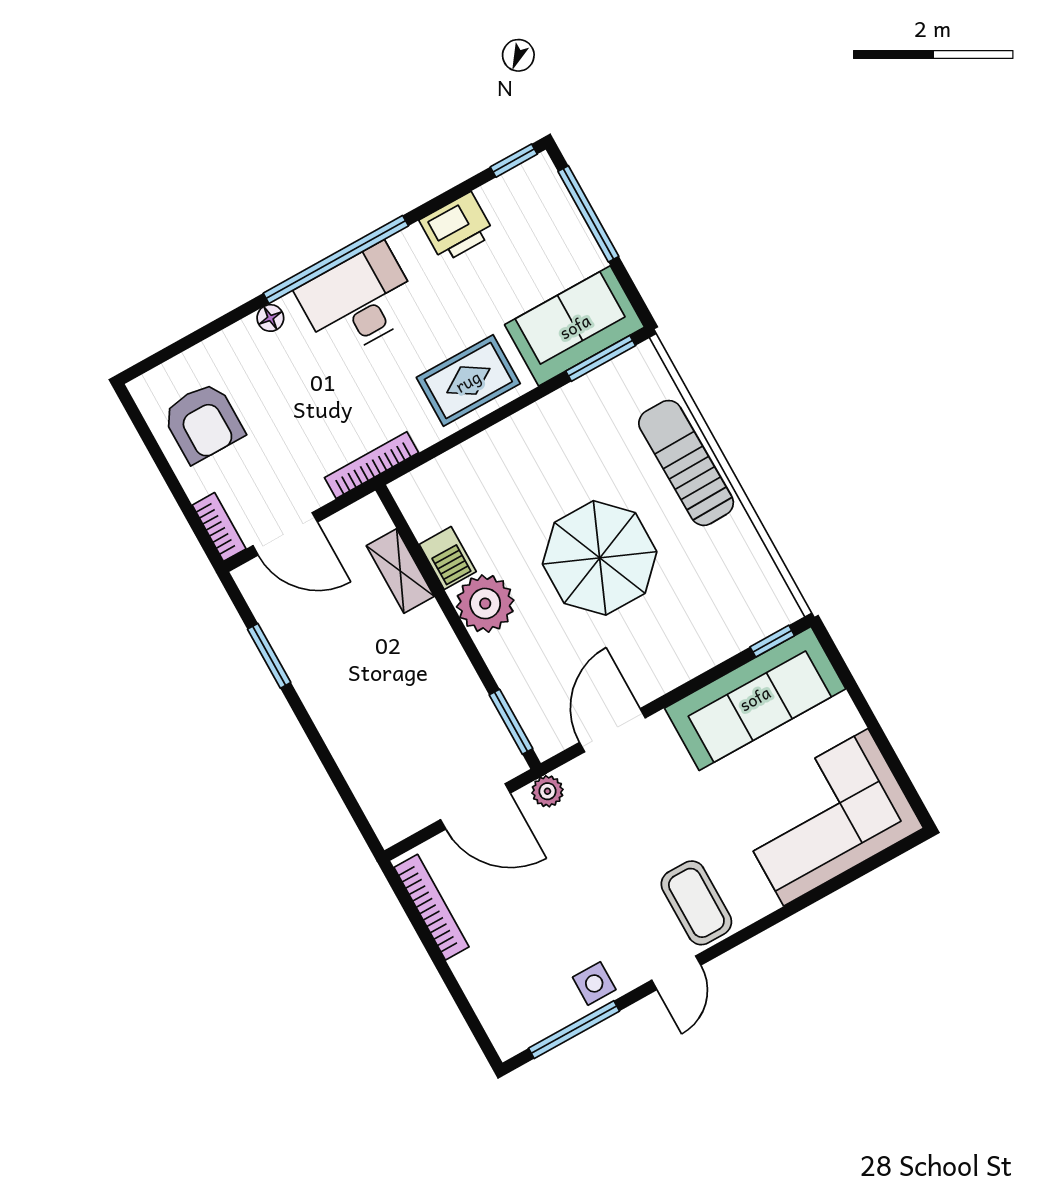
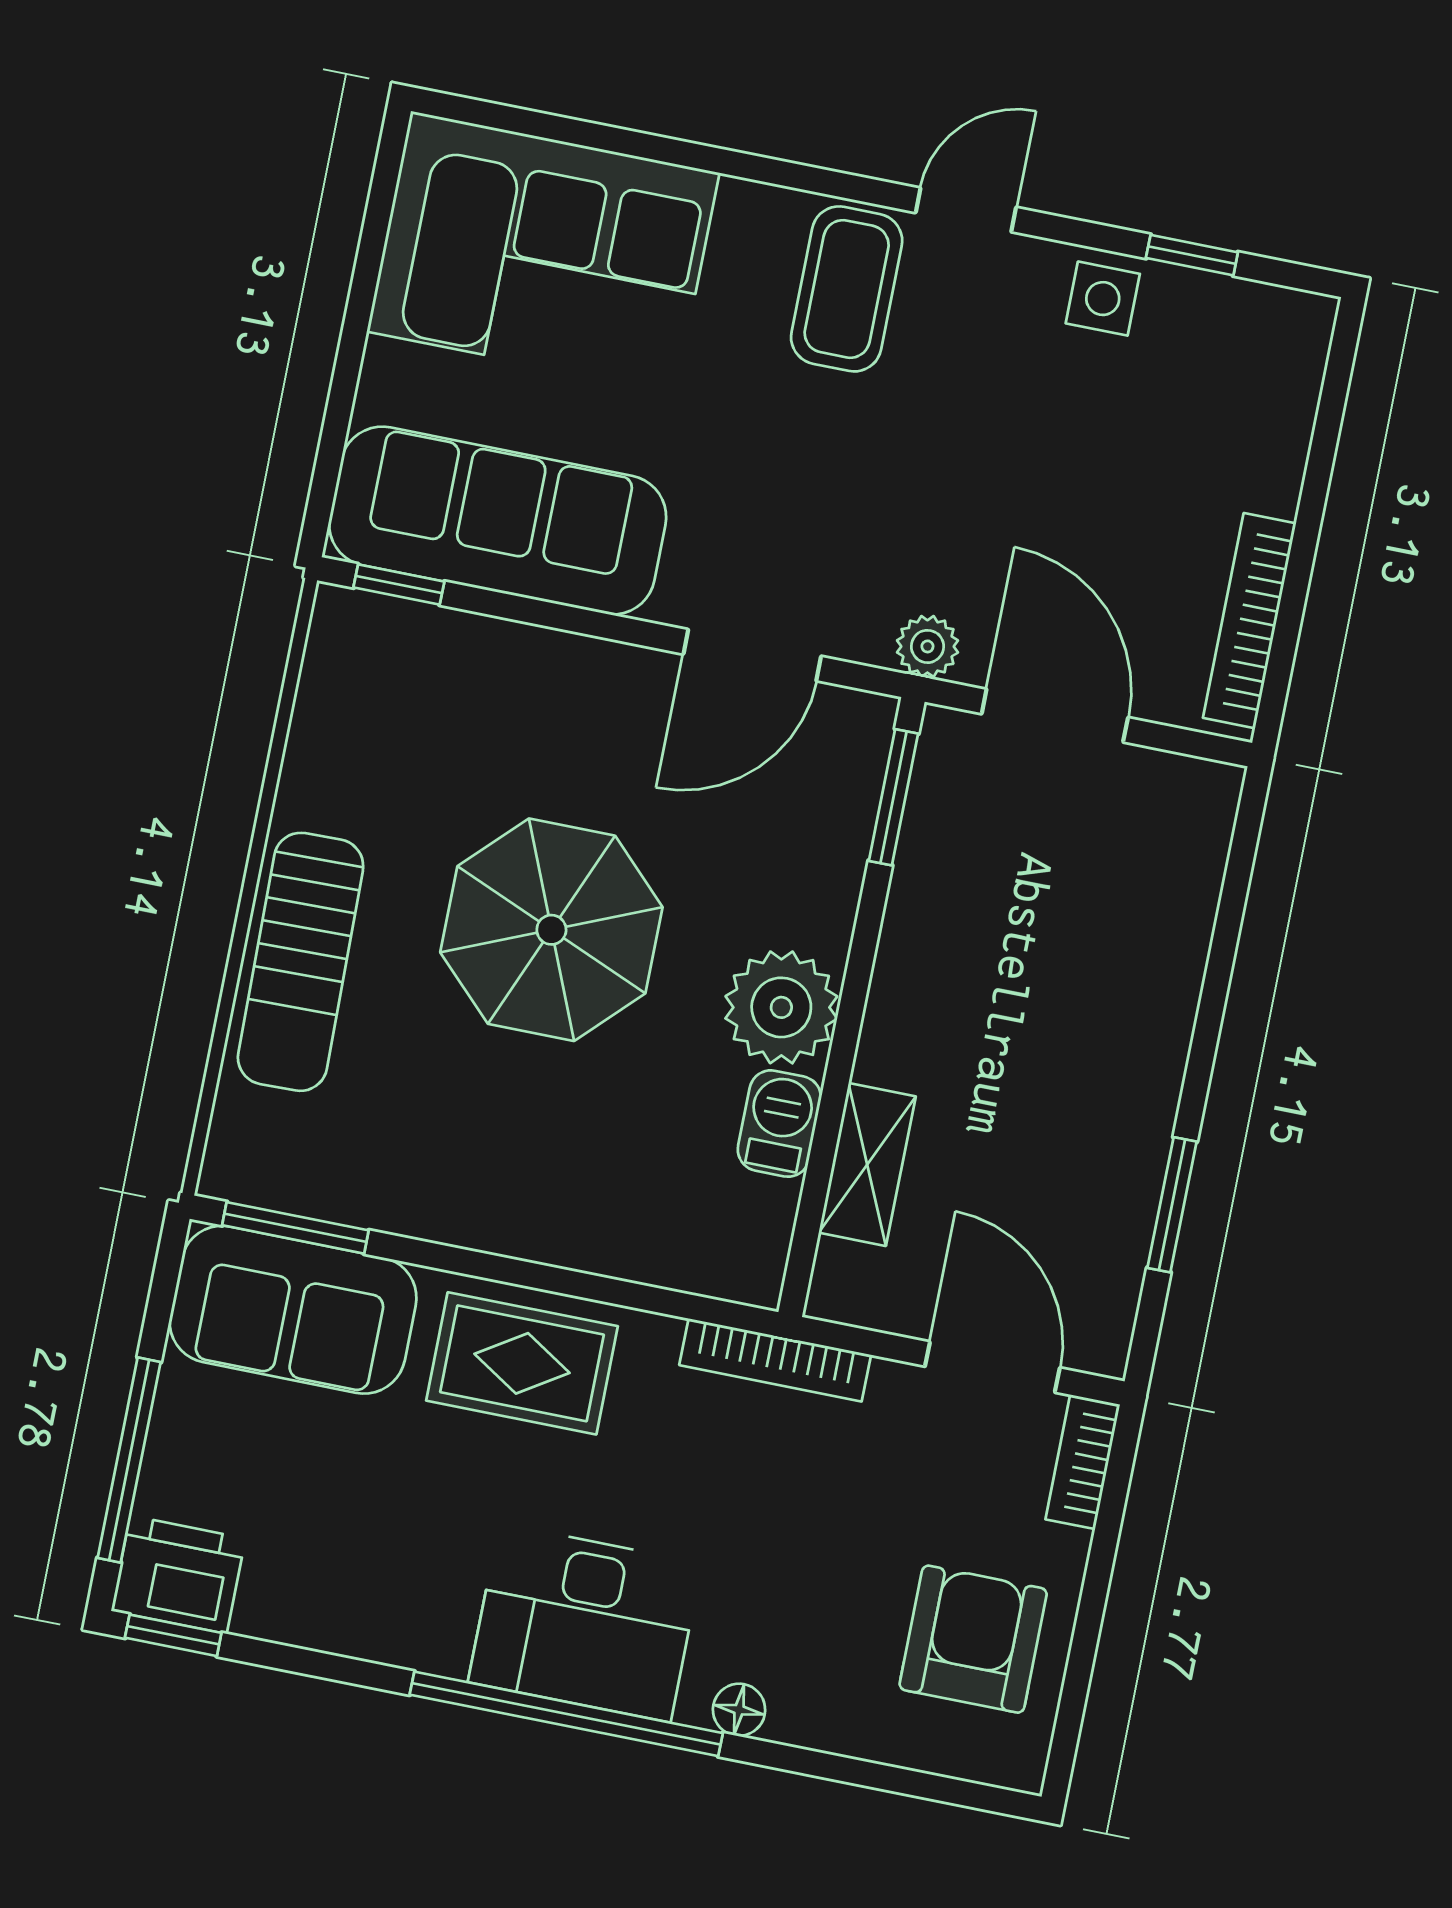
printer: (457, 227) -> (178, 1575), moved
window: (574, 1030) -> (1192, 255), width x0.46

